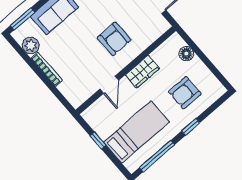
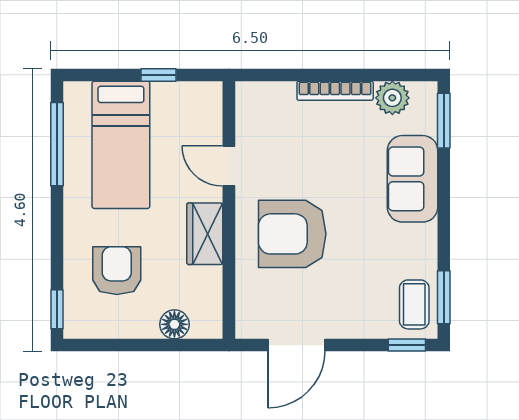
armchair: (114, 39) -> (292, 234), width x1.36, depth x1.36
window: (191, 127) -> (57, 309), moved

